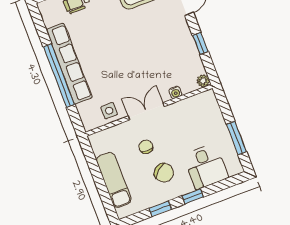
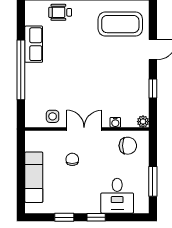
row of seats: (69, 64) -> (34, 44), width x0.50
chair: (164, 173) -> (128, 146), moved, turned -50

